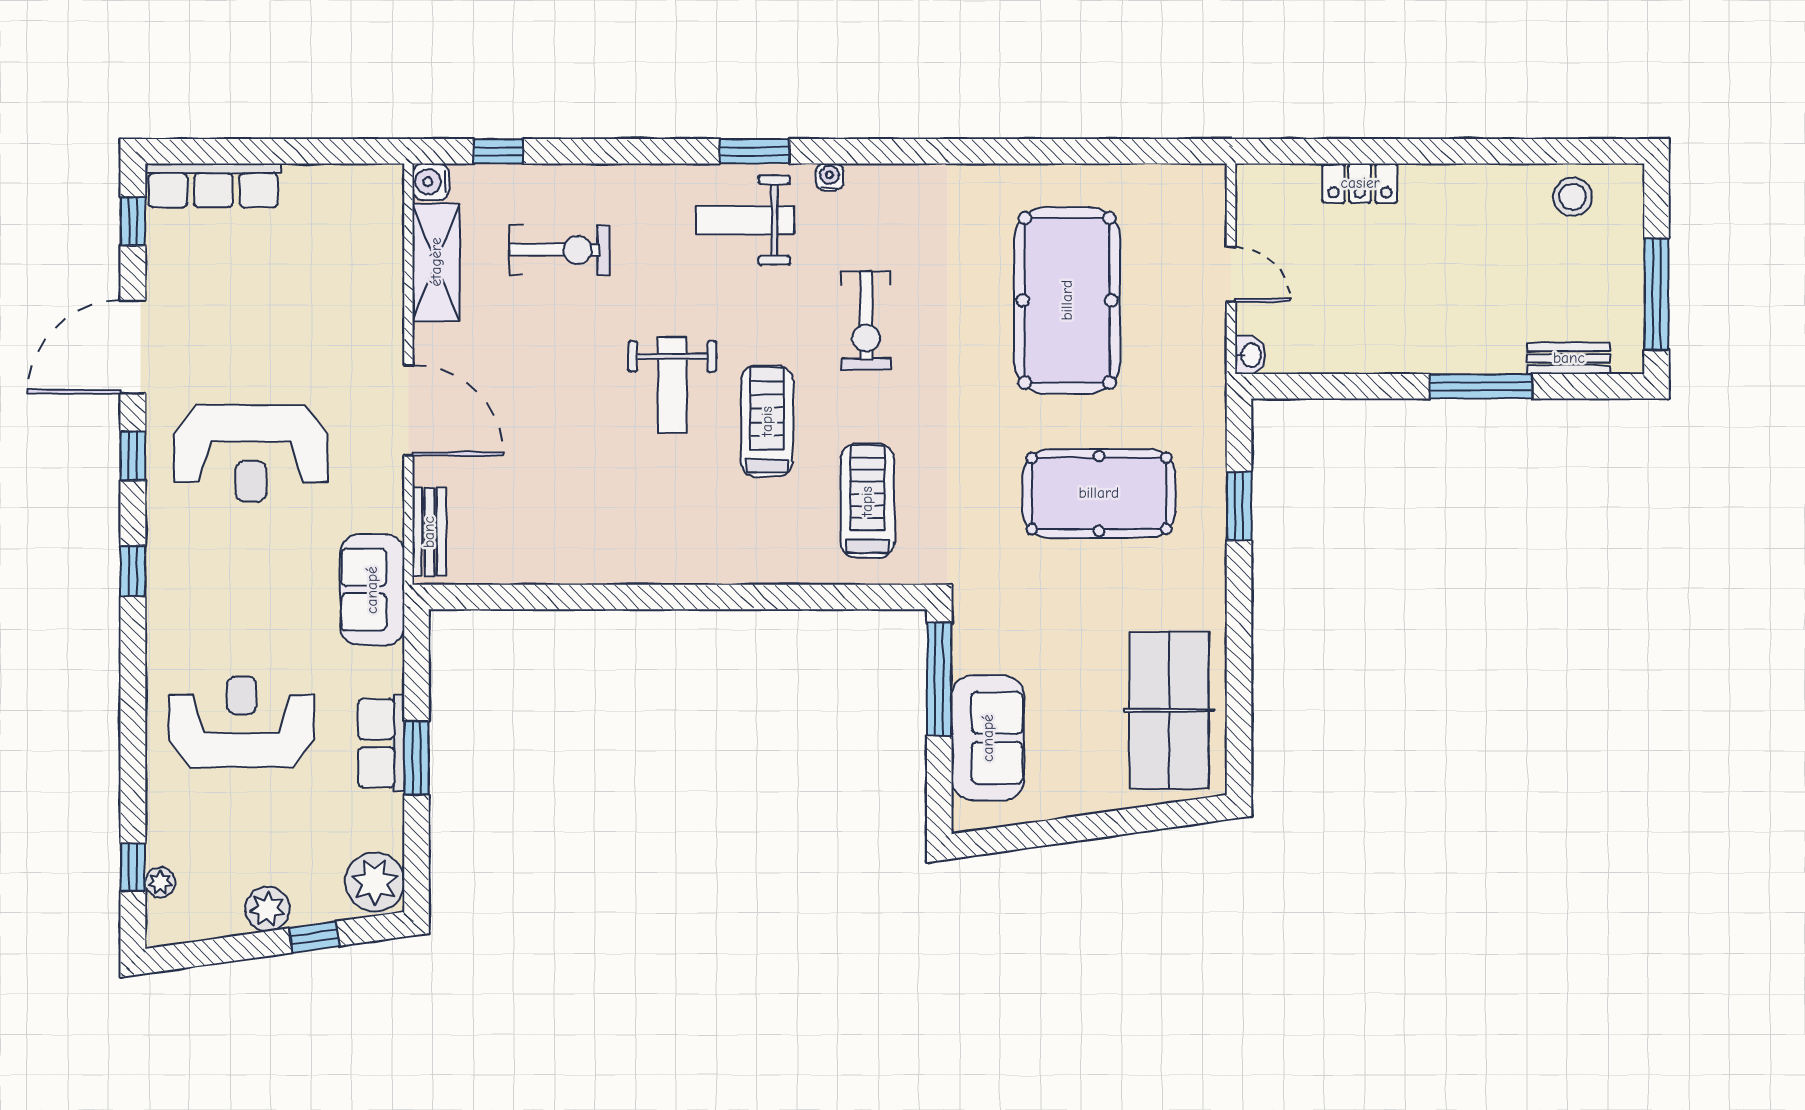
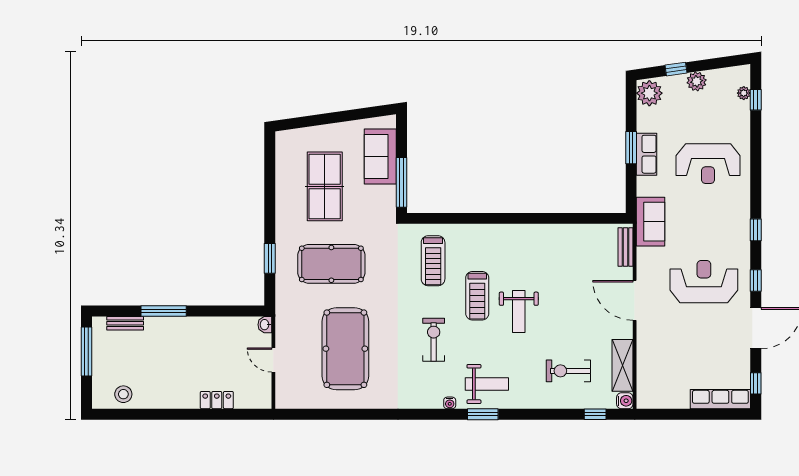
weight bench: (672, 385) -> (519, 311), turned 180
table tennis table: (1169, 710) -> (325, 186), moved

